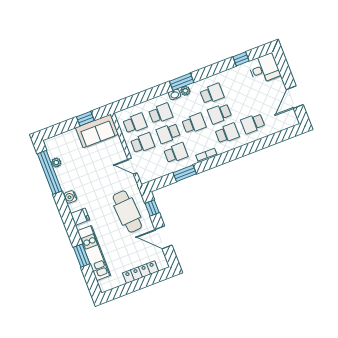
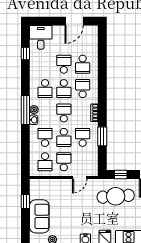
window: (182, 82) -> (25, 110), width x1.44
school desk: (212, 94) -> (45, 89), turned 180
door: (295, 97) -> (74, 21), hinge flipped
school desk: (245, 104) -> (64, 64), added
school desk: (135, 123) -> (45, 162), turned 180
sofa: (97, 131) -> (39, 216), moved

